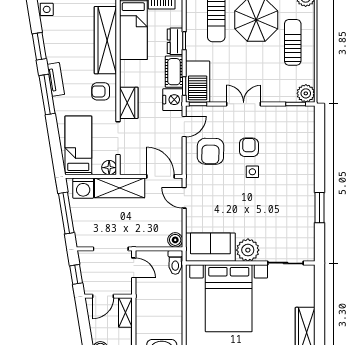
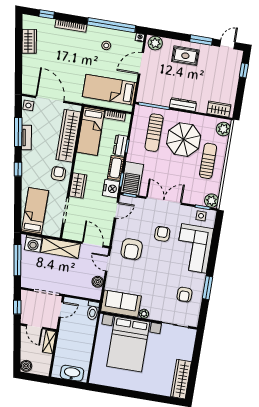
window: (39, 46) -> (18, 132), width x1.44
tv unit: (56, 79) -> (26, 137), moved
armchair: (101, 91) -> (58, 174), turned 90
window: (47, 95) -> (18, 169), width x0.46
double door: (244, 104) -> (164, 201), width x1.37
armchair: (210, 151) -> (132, 249), moved
corner sofa: (293, 159) -> (194, 248), added
floor lamp: (109, 168) -> (55, 231), removed
side table: (252, 172) -> (201, 216), moved
armchair: (291, 222) -> (184, 295), added
boiler: (175, 240) -> (98, 282), moved
plant: (248, 250) -> (144, 314), width x0.53, depth x0.53
door: (134, 268) -> (61, 310), hinge flipped
door: (103, 296) -> (35, 327), hinge flipped

